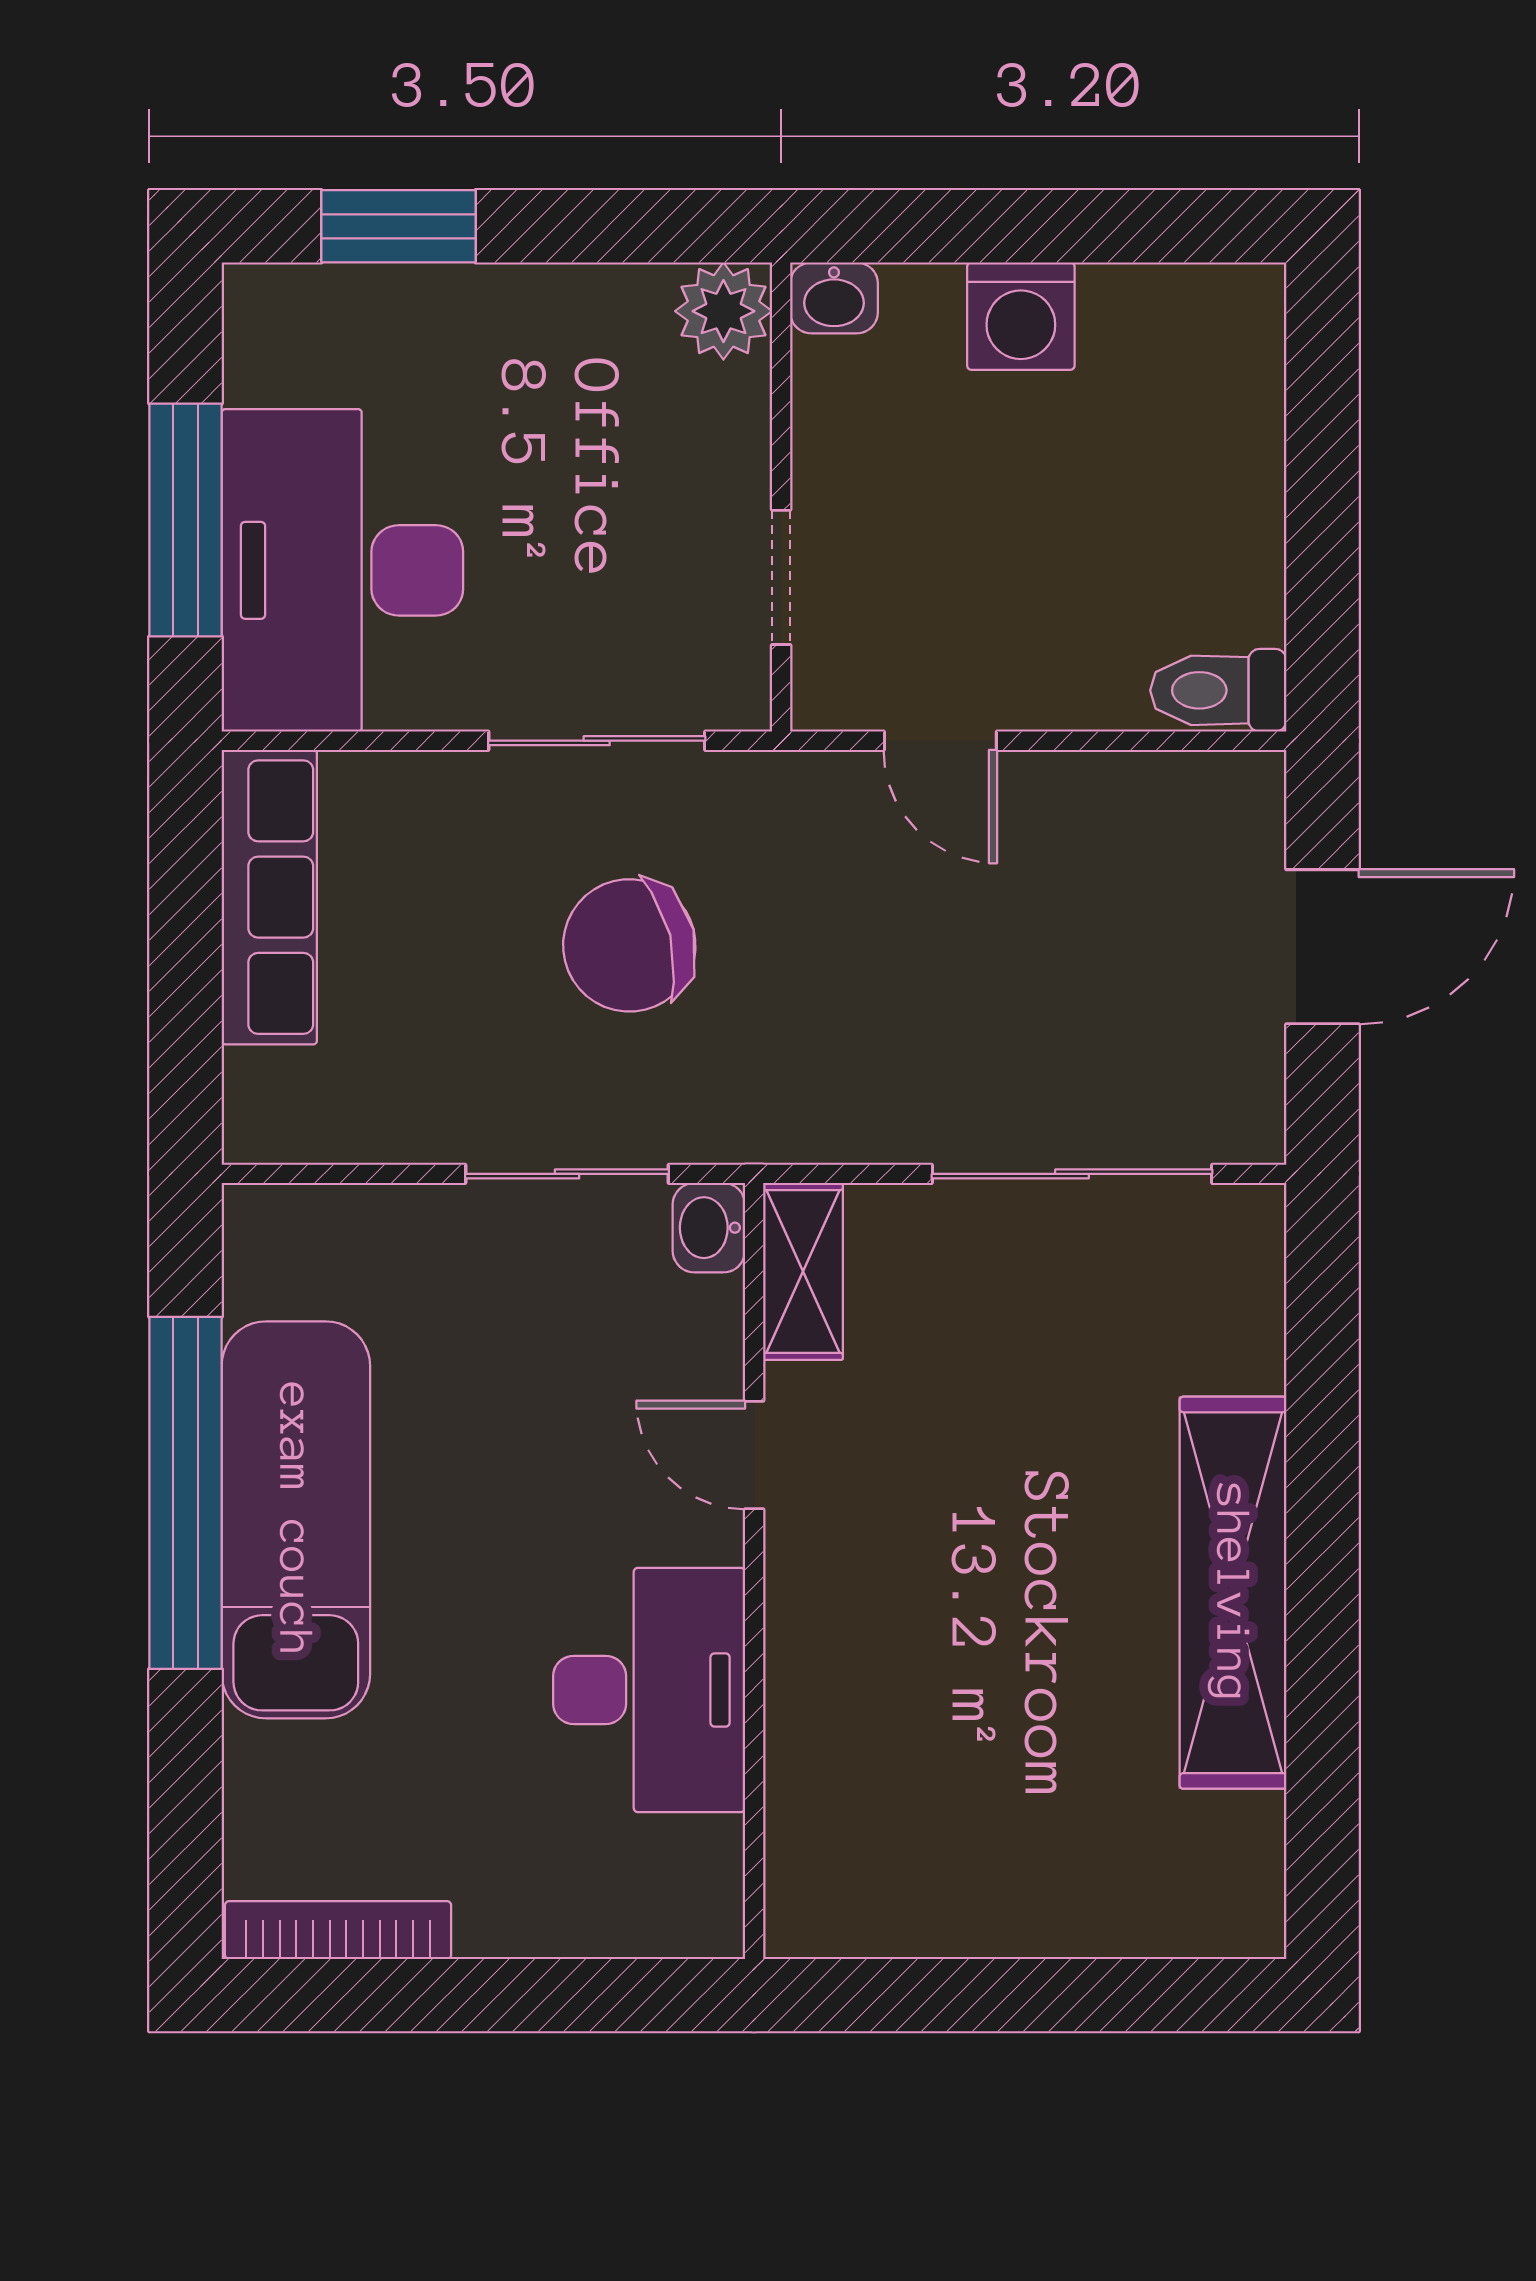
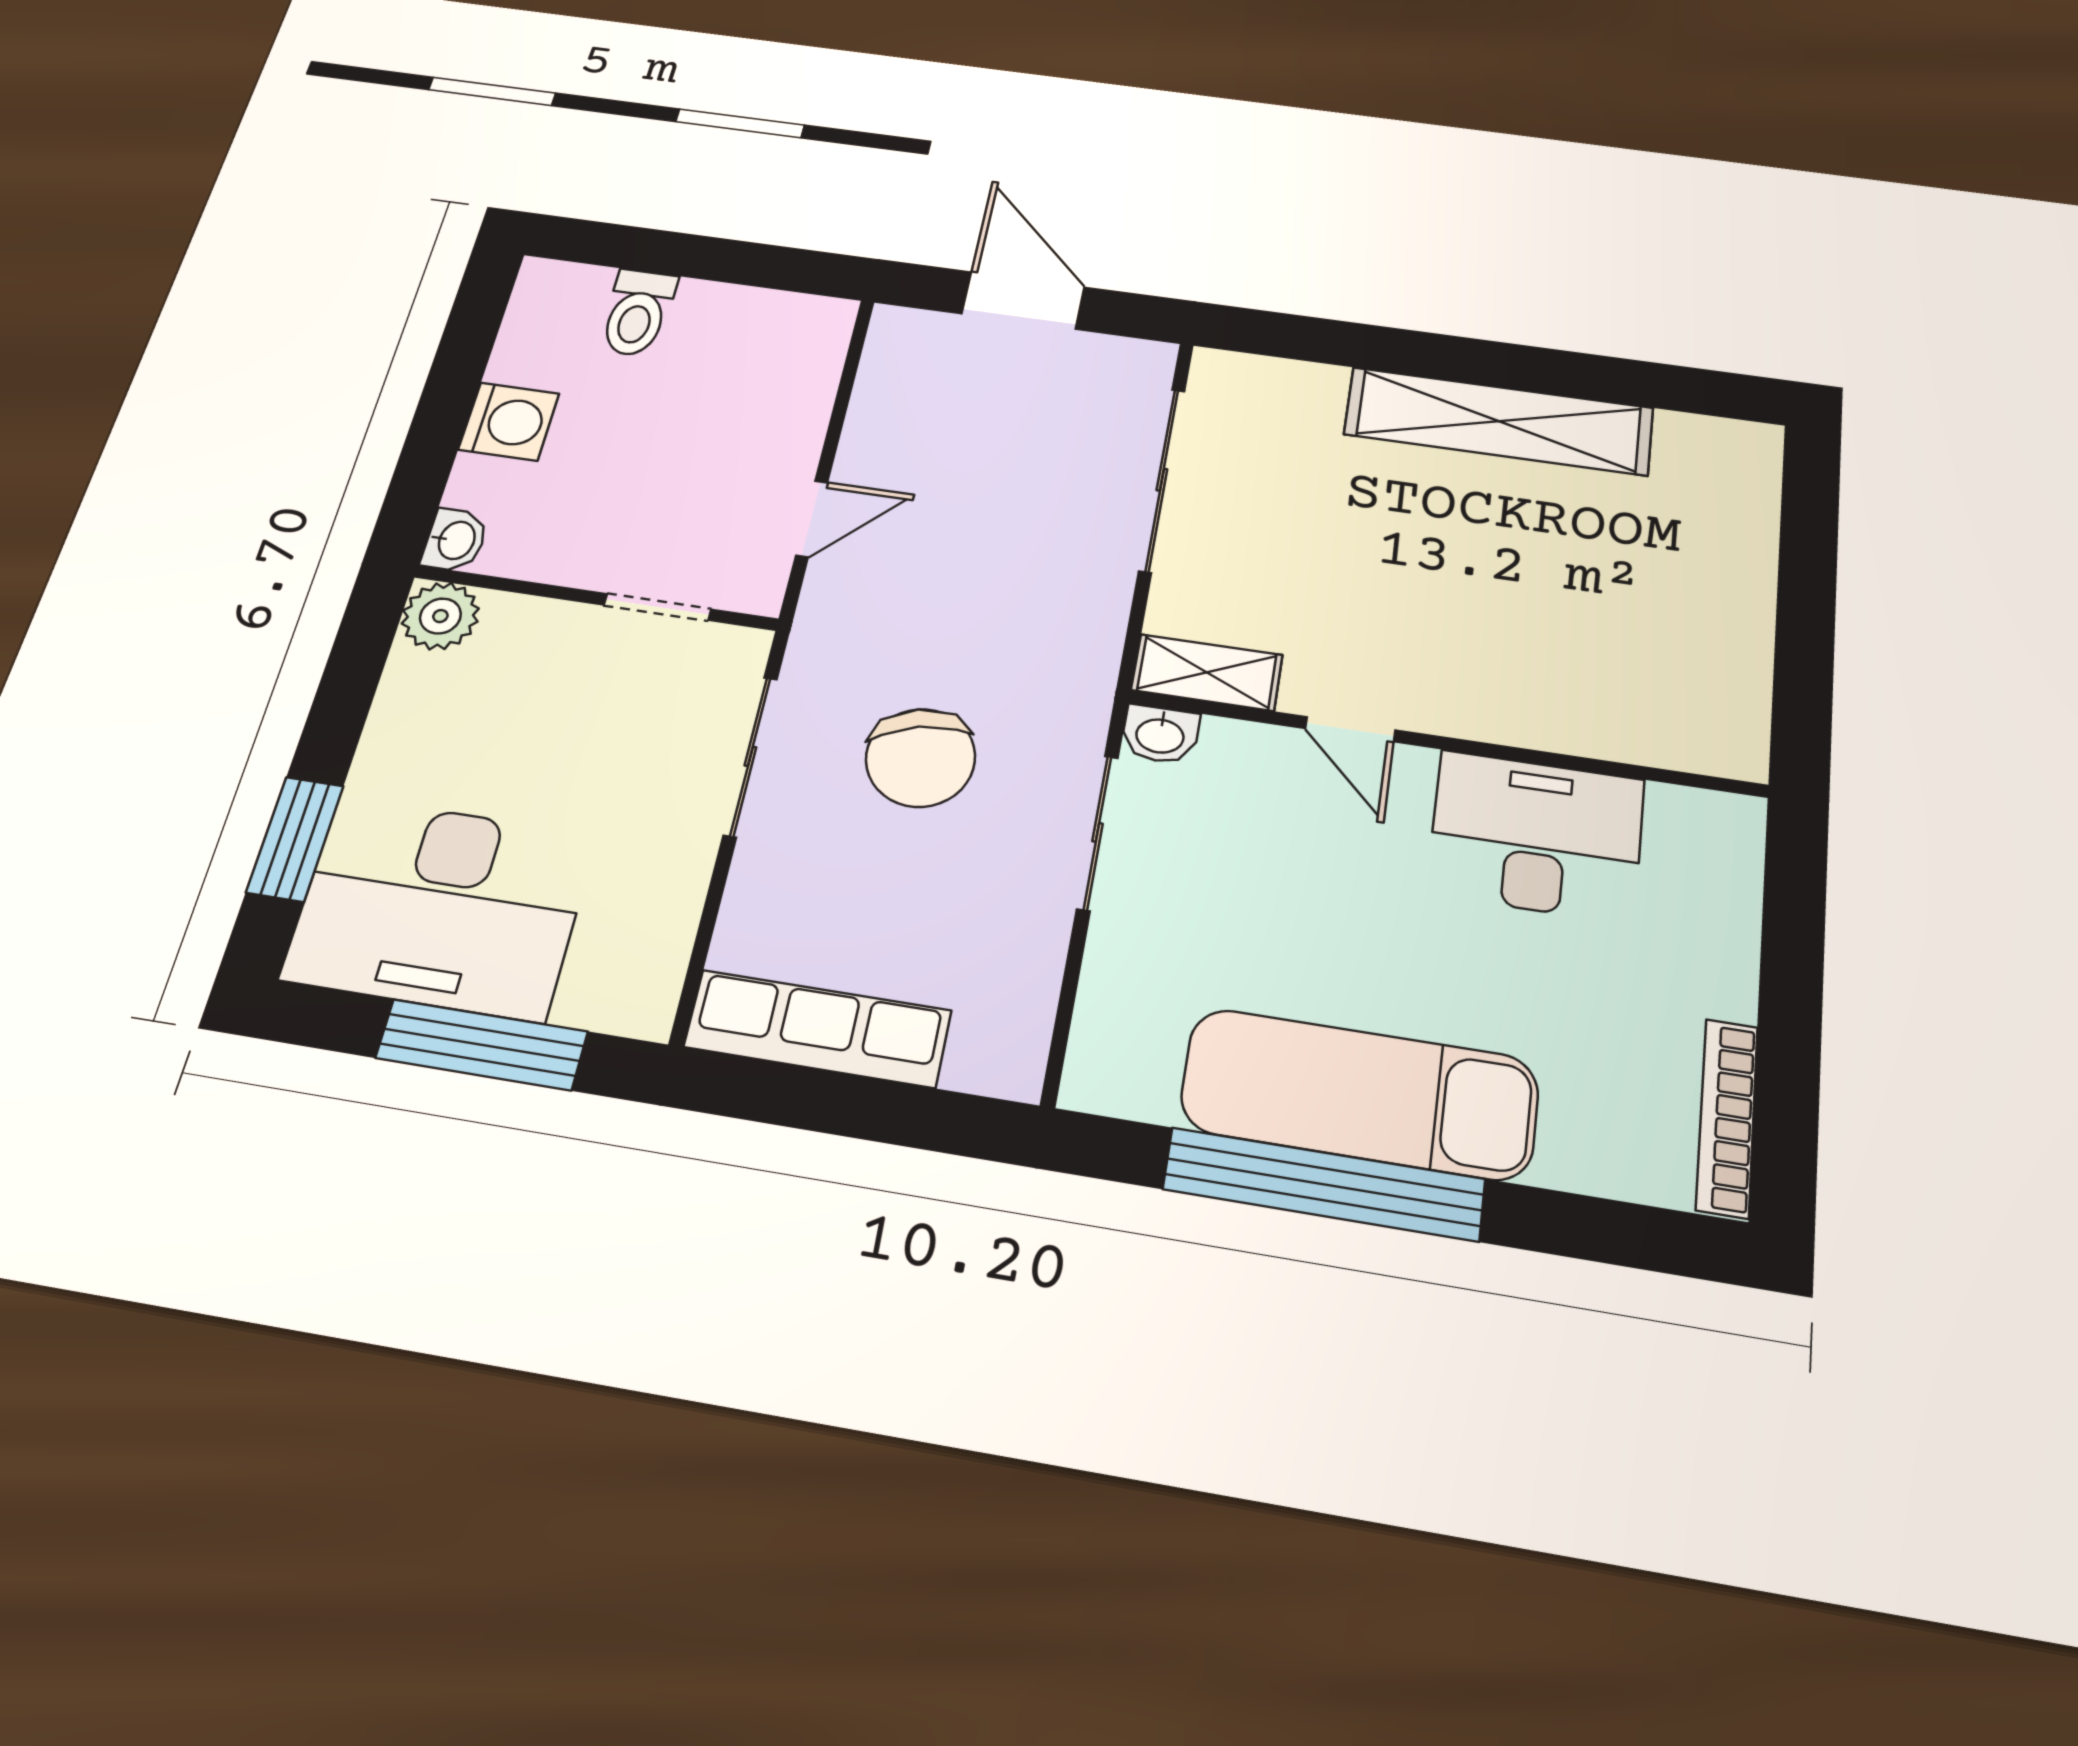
desk: (342, 570) -> (440, 907), moved
toilet: (1218, 690) -> (637, 313), moved
door: (754, 1455) -> (1350, 729), hinge flipped

